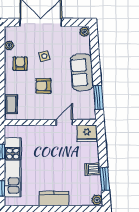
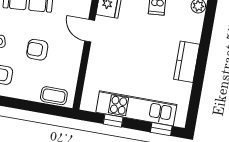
armchair: (43, 86) -> (37, 50), turned 90

